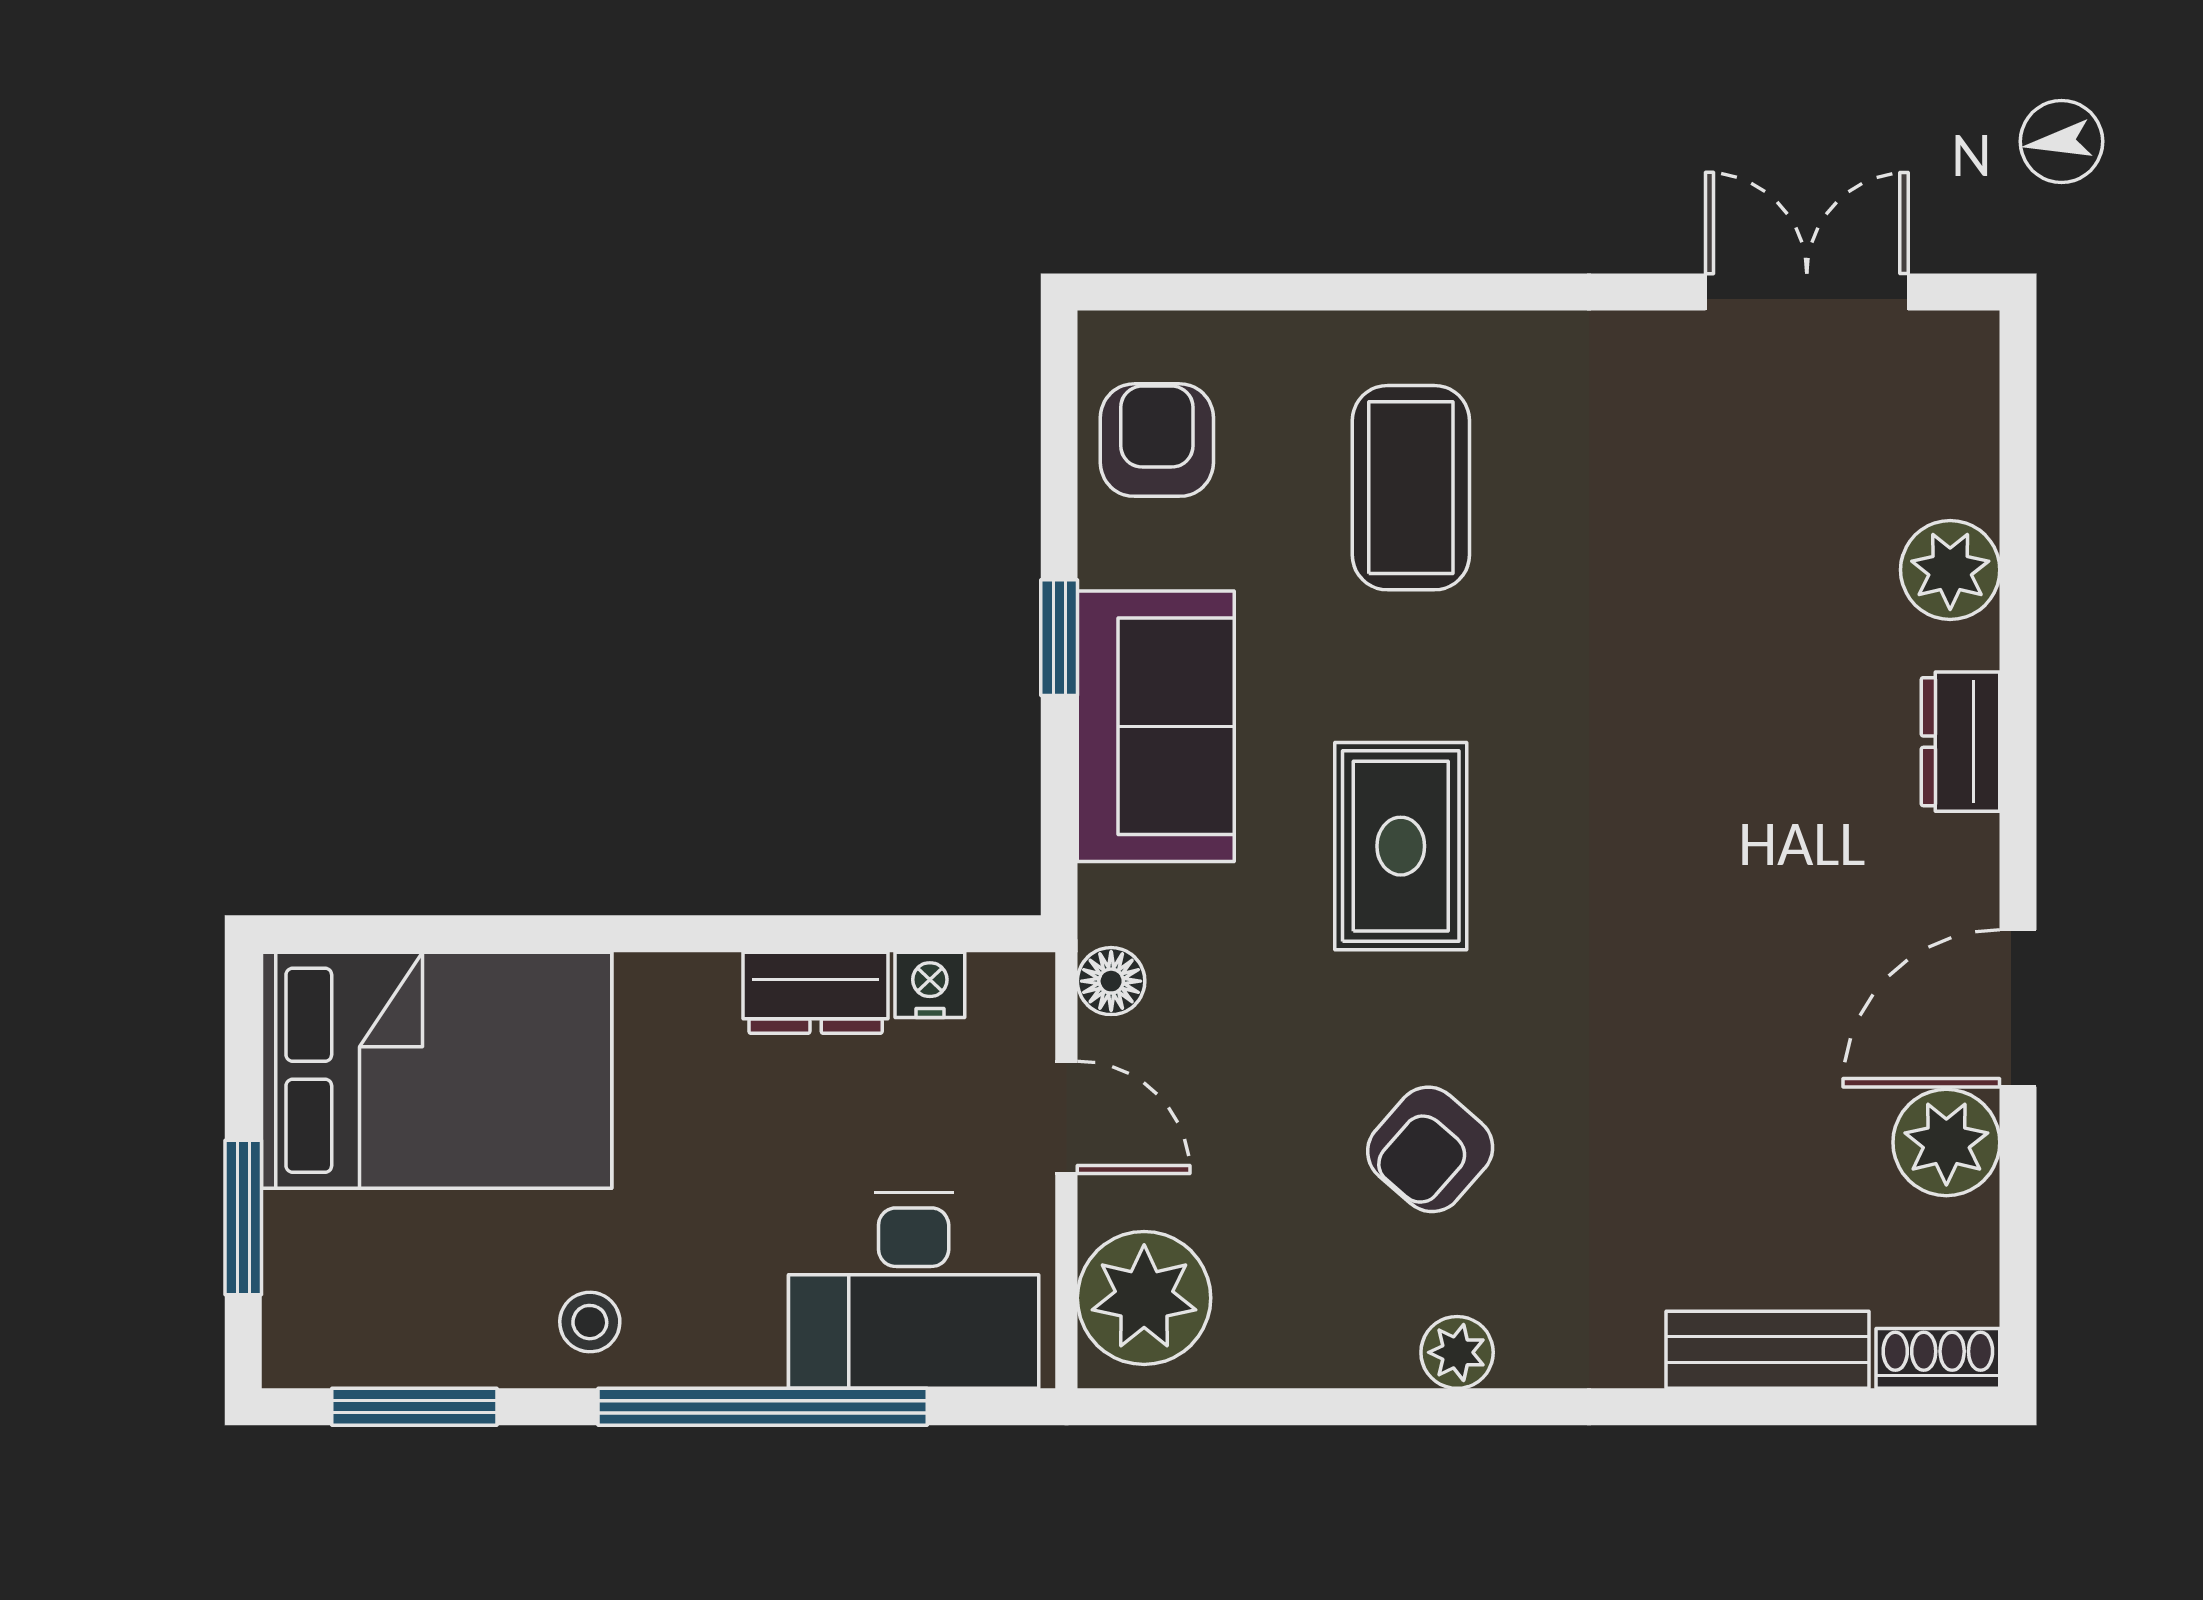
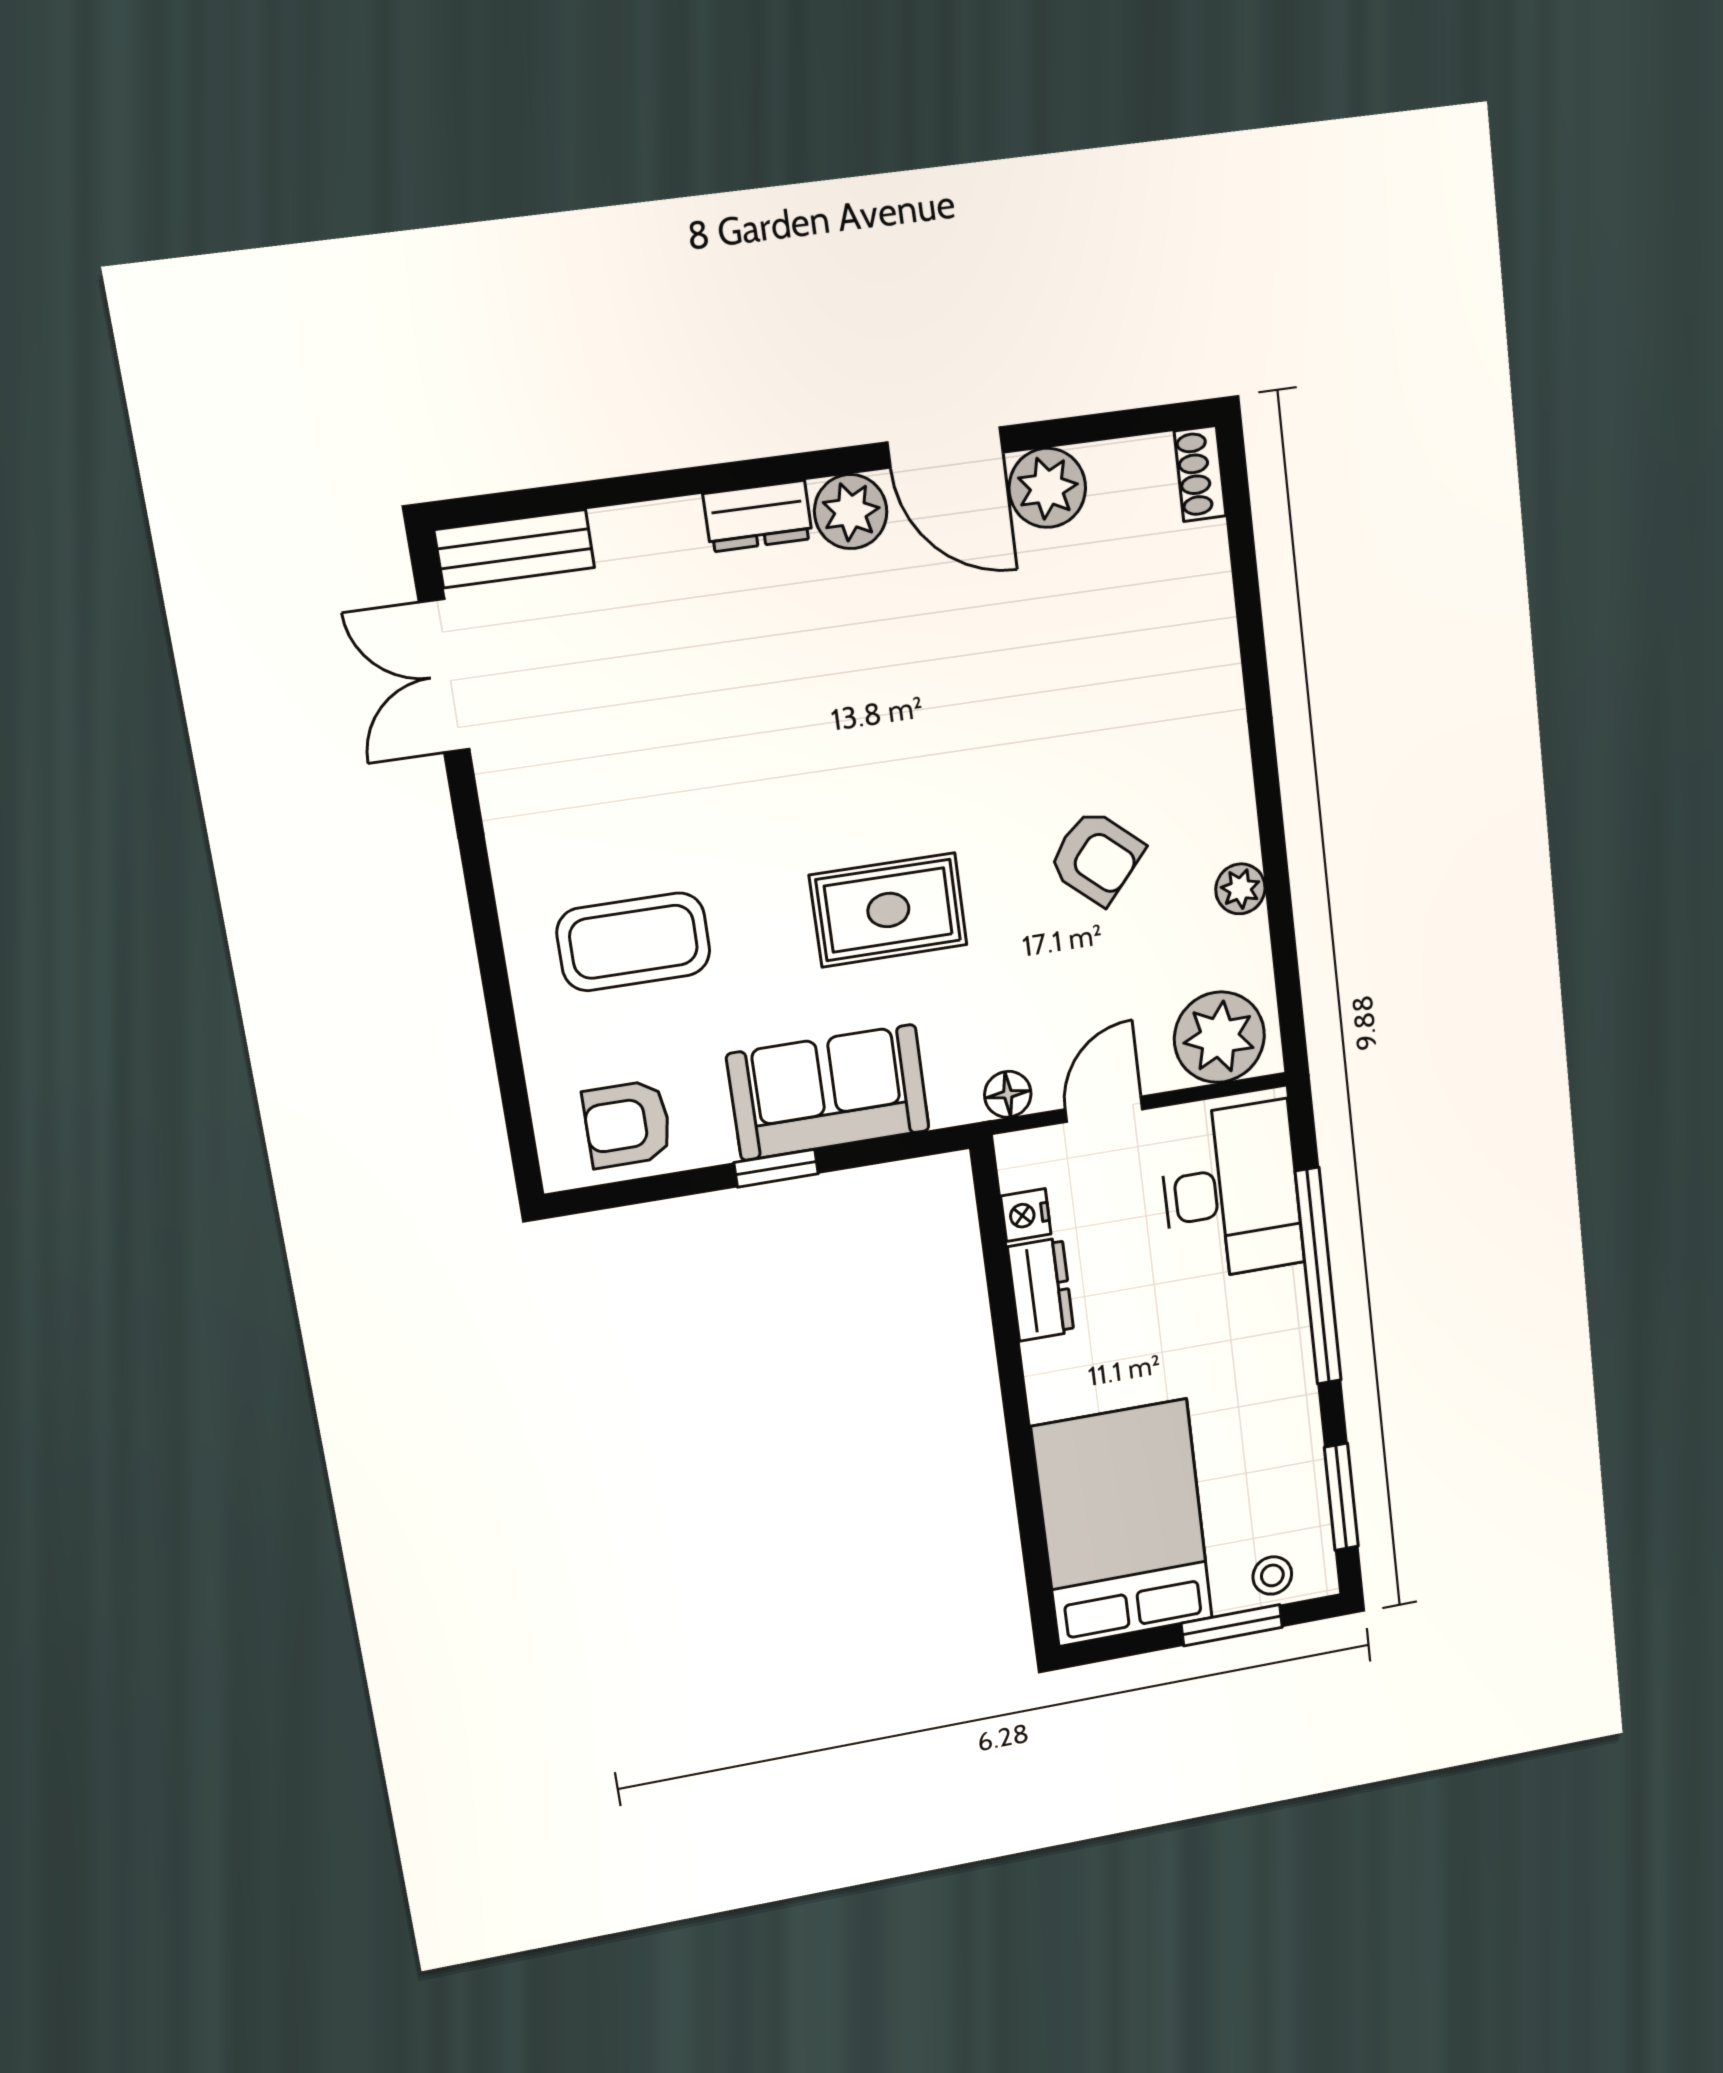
plant: (1950, 570) -> (851, 512), moved
stool: (590, 1322) -> (1272, 1575), moved
bench: (1767, 1350) -> (515, 549), moved, turned 90
plant: (1457, 1352) -> (1240, 889), moved

